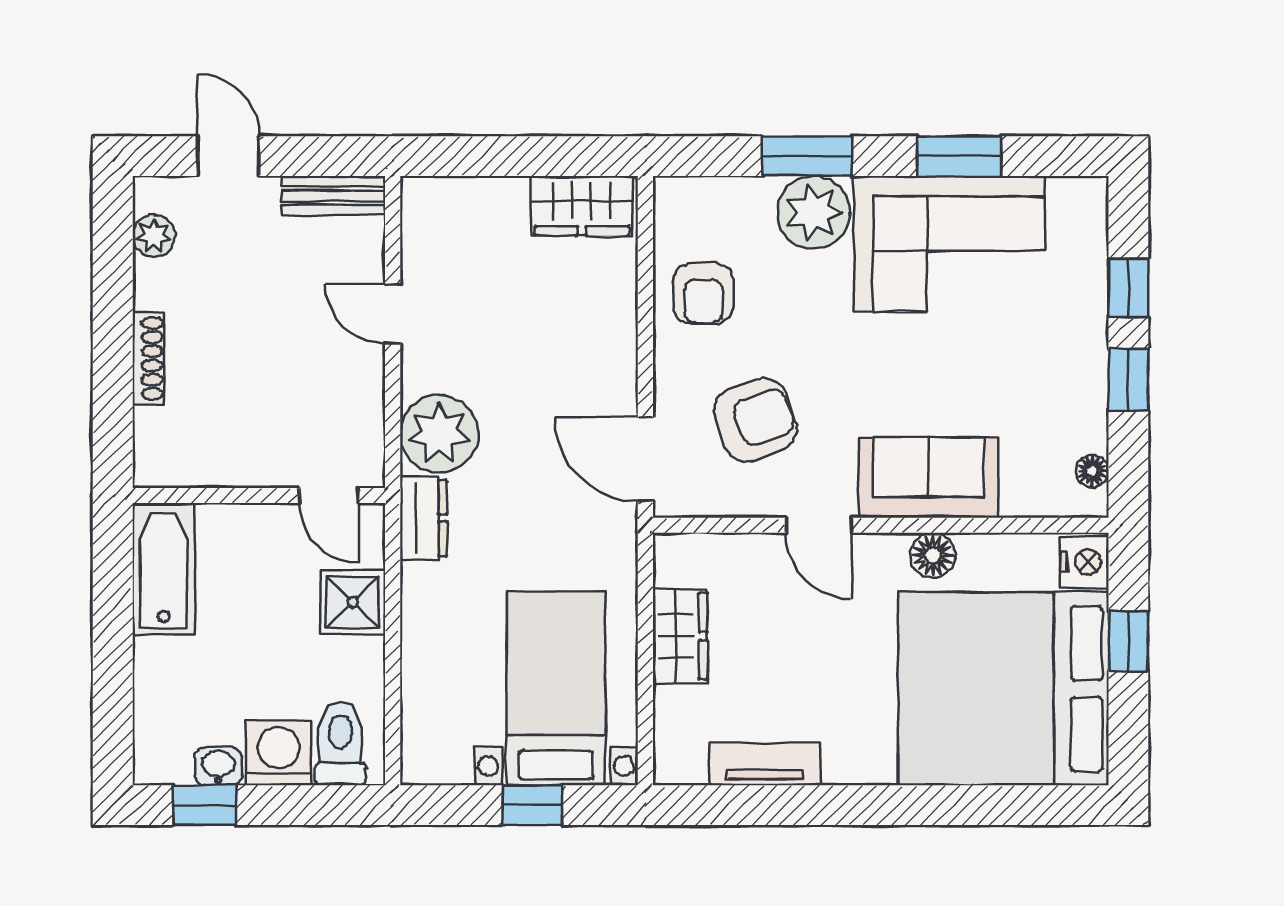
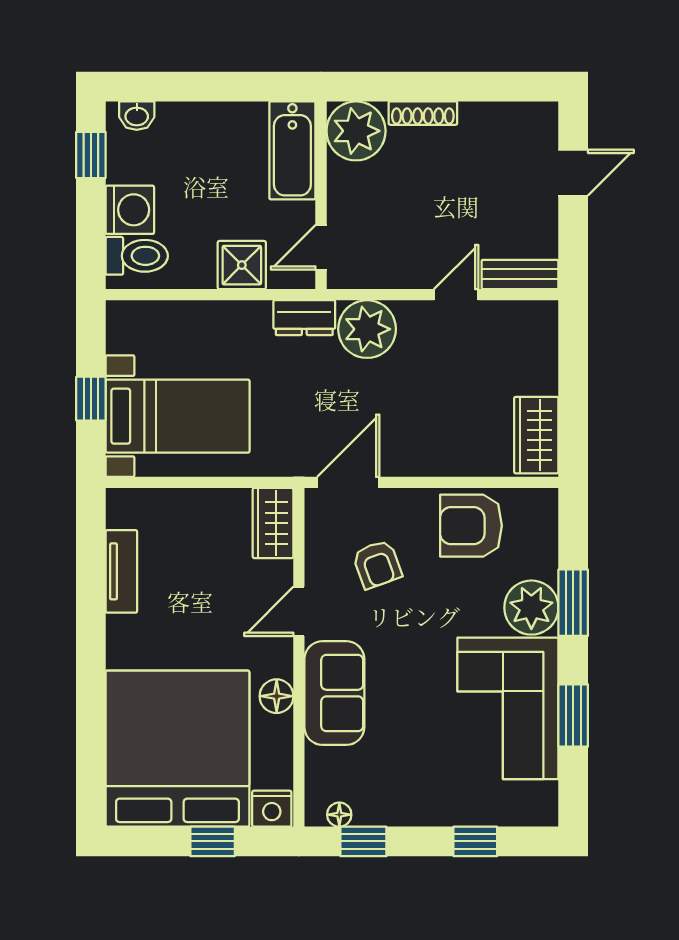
bench: (333, 196) -> (520, 274), moved, turned 90
plant: (154, 236) -> (356, 131), moved, width x1.87, depth x1.87
armchair: (703, 294) -> (471, 526), width x1.38, depth x1.38
window: (1128, 380) -> (363, 841), moved
armchair: (755, 420) -> (377, 564), width x0.72, depth x0.72
bathtub: (164, 569) -> (292, 150), moved, turned 90
wardrobe: (680, 636) -> (273, 523), moved, turned 90
washbasin: (218, 766) -> (137, 116), moved, turned 90

